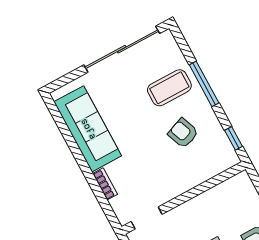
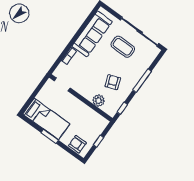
coffee table: (169, 88) -> (123, 47), moved
plant: (202, 171) -> (99, 101), added

